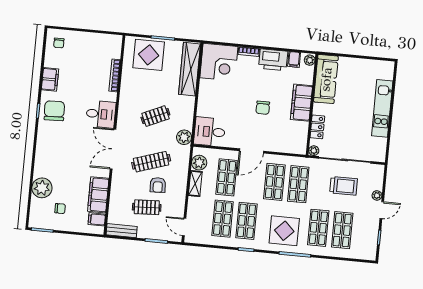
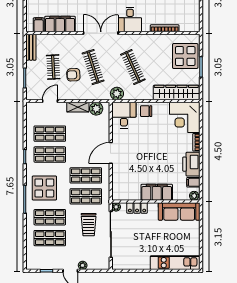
chair: (263, 108) -> (146, 111), moved
kitchen unit: (382, 108) -> (175, 263), moved
clothes rail: (155, 116) -> (133, 67), width x1.36
door: (251, 151) -> (111, 153), hinge flipped
shop shelf: (227, 177) -> (86, 134), removed
trolley: (344, 186) -> (89, 225), moved
door: (184, 227) -> (50, 101), moved

